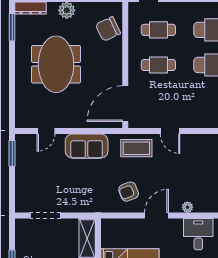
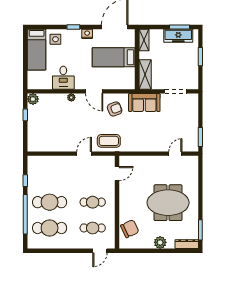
meeting table: (56, 64) -> (168, 203), turned 90
door: (125, 104) -> (117, 174), width x0.53
door: (170, 131) -> (84, 154), hinge flipped
sofa: (87, 146) -> (144, 103), moved, turned 180
door: (156, 215) -> (94, 91), hinge flipped

